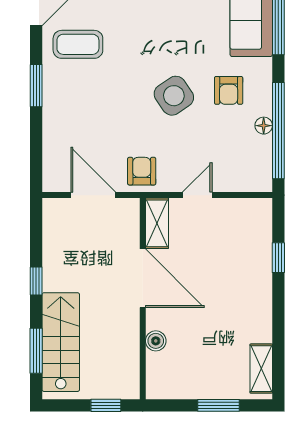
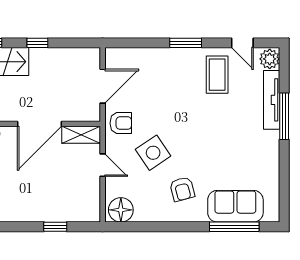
armchair: (229, 90) -> (182, 189), turned -105
side table: (174, 96) -> (153, 153), moved
floor lamp: (264, 126) -> (121, 210), moved, width x1.89, depth x1.89
window: (278, 131) -> (152, 227), removed

